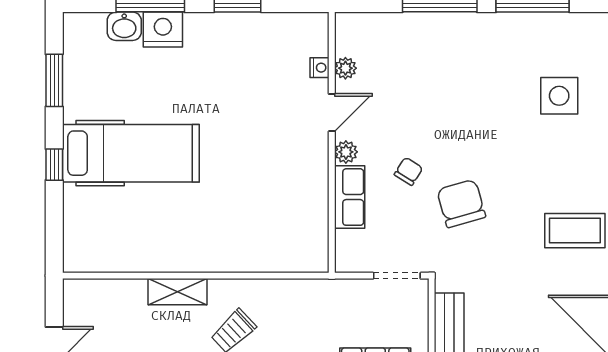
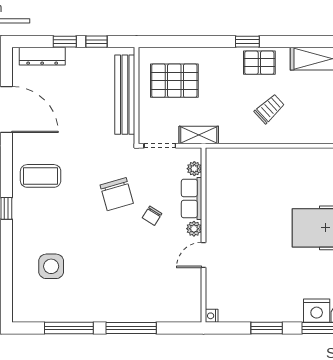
nightstand: (320, 68) -> (212, 316), moved
plant: (345, 68) -> (194, 169), moved
shelving: (178, 292) -> (199, 135), moved

